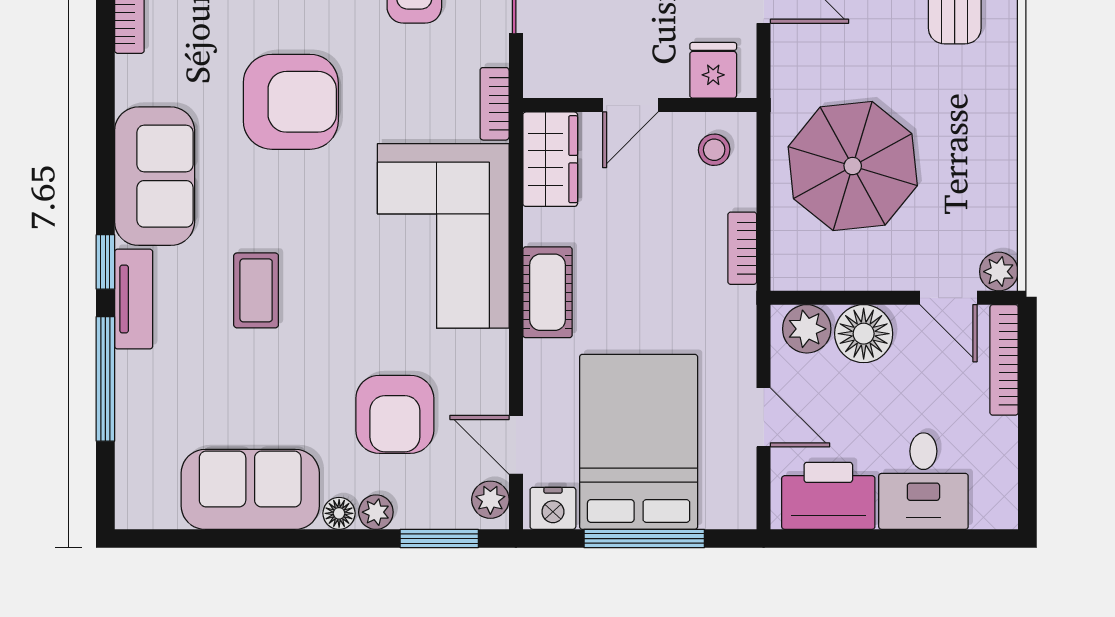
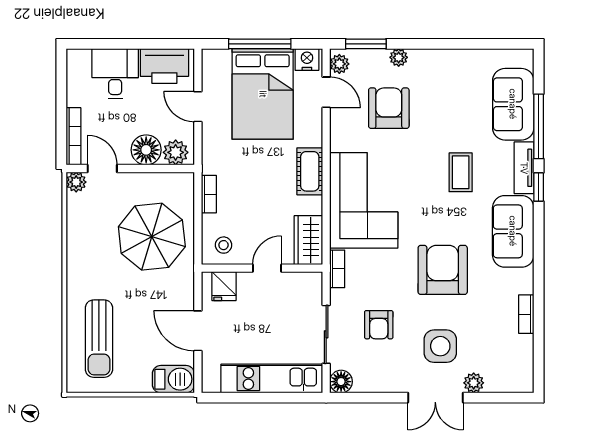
armchair: (291, 102) -> (443, 270), turned 90
sofa: (250, 489) -> (513, 104), moved, turned 90
floor lamp: (339, 513) -> (418, 57), removed

